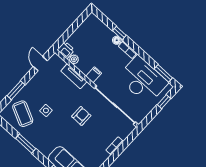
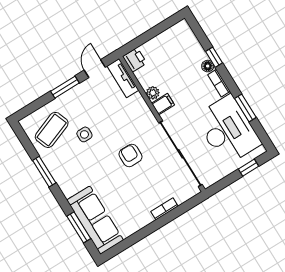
plant: (74, 59) -> (153, 93), moved
window: (163, 73) -> (245, 108), moved
tv unit: (74, 76) -> (123, 78), moved
window: (16, 90) -> (65, 87), moved
coffee table: (23, 114) -> (52, 130), turned 43
armchair: (81, 116) -> (130, 155), turned -90

